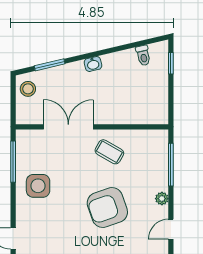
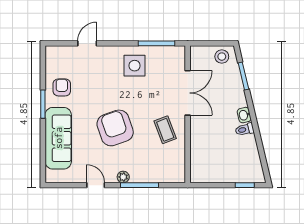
toilet: (143, 55) -> (245, 129), moved
coffee table: (109, 152) -> (165, 130), turned -51
window: (171, 165) -> (139, 185), moved

